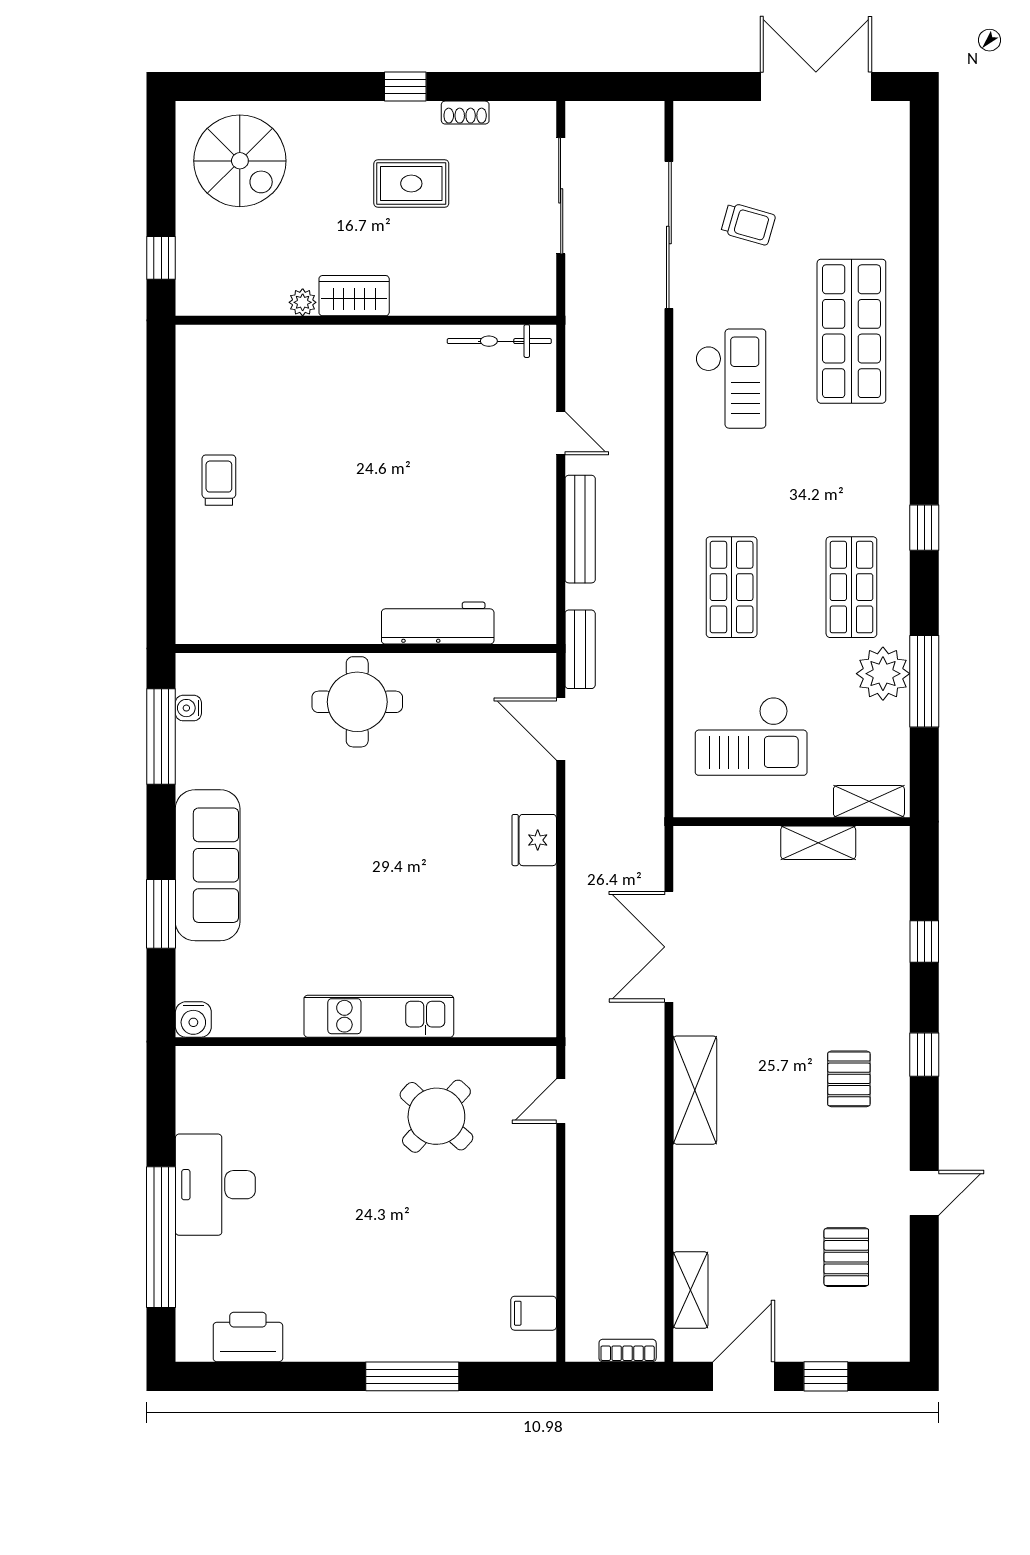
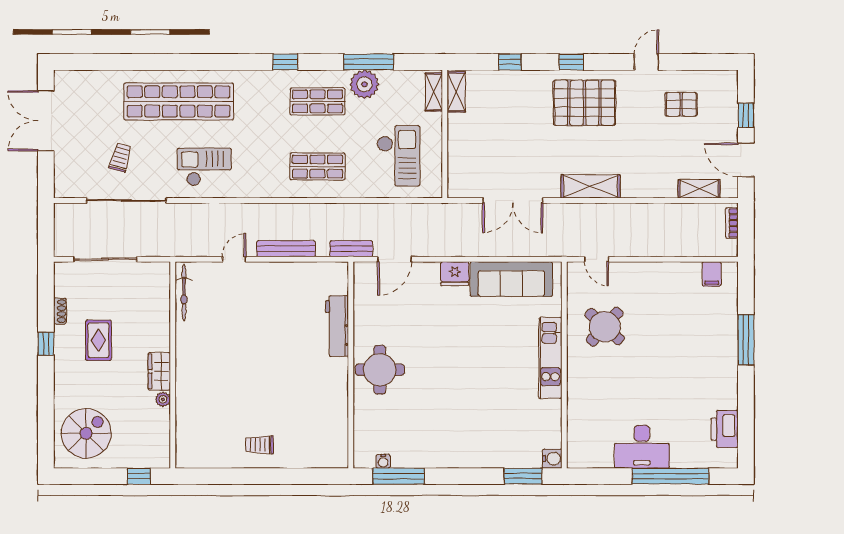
shop shelf: (851, 331) -> (179, 101), width x1.40
shelving: (818, 843) -> (456, 92), moved
sofa: (208, 865) -> (511, 279), moved, turned 180
window: (161, 914) -> (523, 476), moved
pallet: (849, 1079) -> (584, 103), width x2.05, depth x2.00
door: (924, 1193) -> (646, 62), hinge flipped

